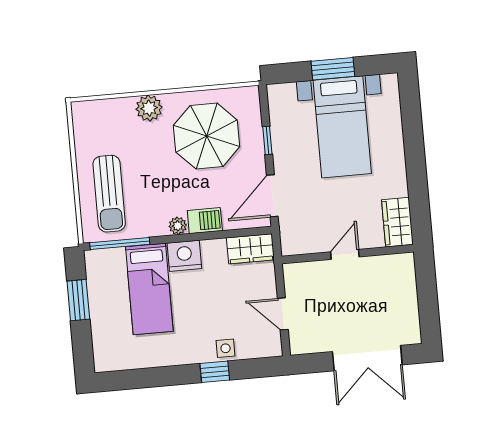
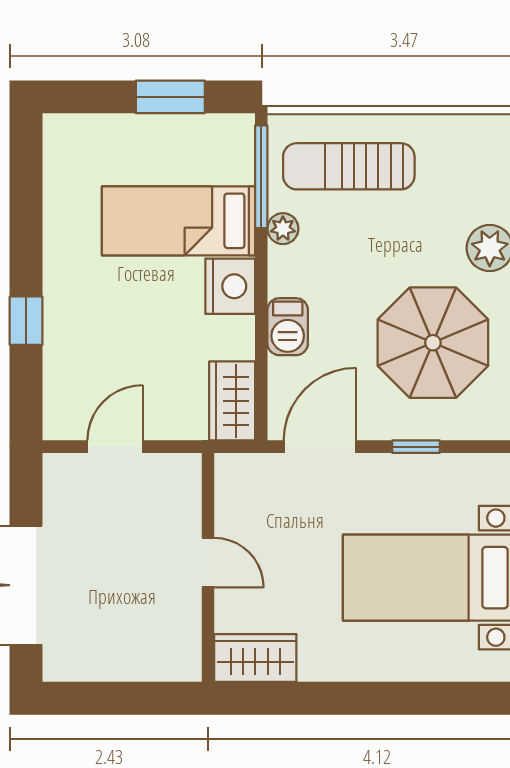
door: (272, 196) -> (320, 447), hinge flipped
plant: (178, 226) -> (283, 229), moved
side table: (226, 348) -> (65, 343), removed

